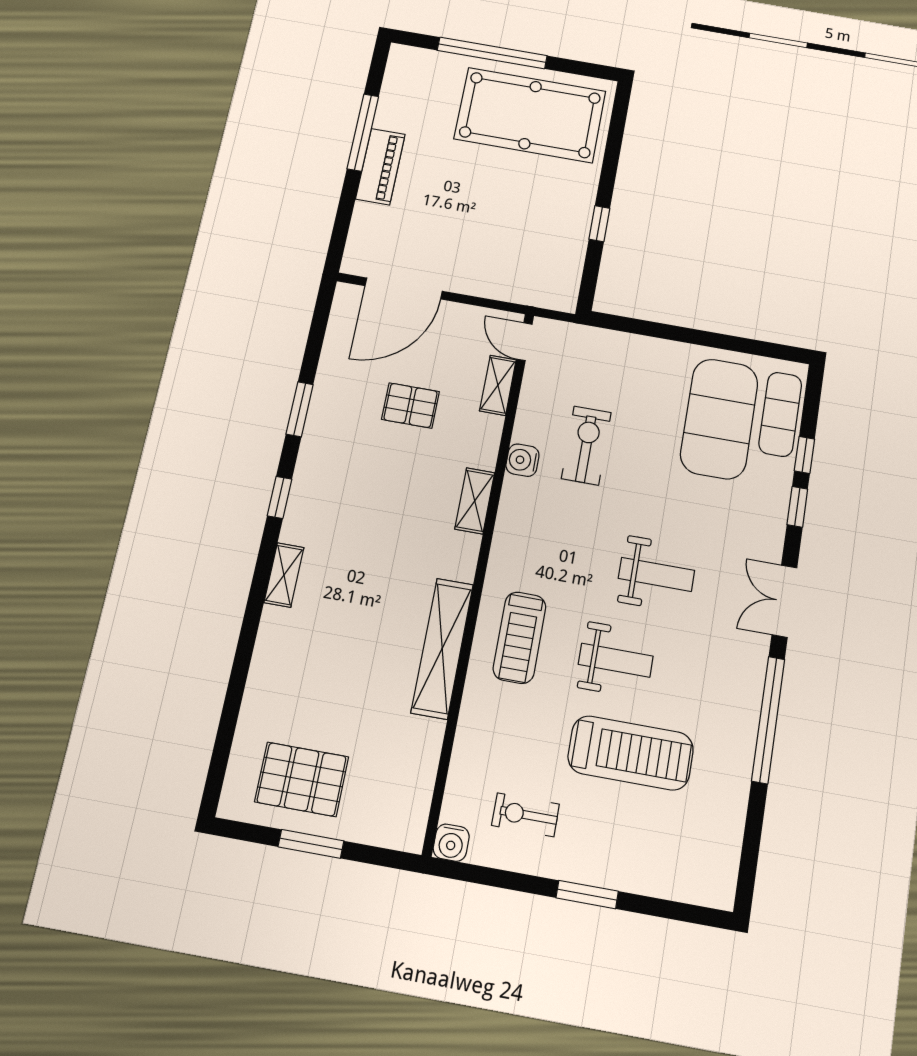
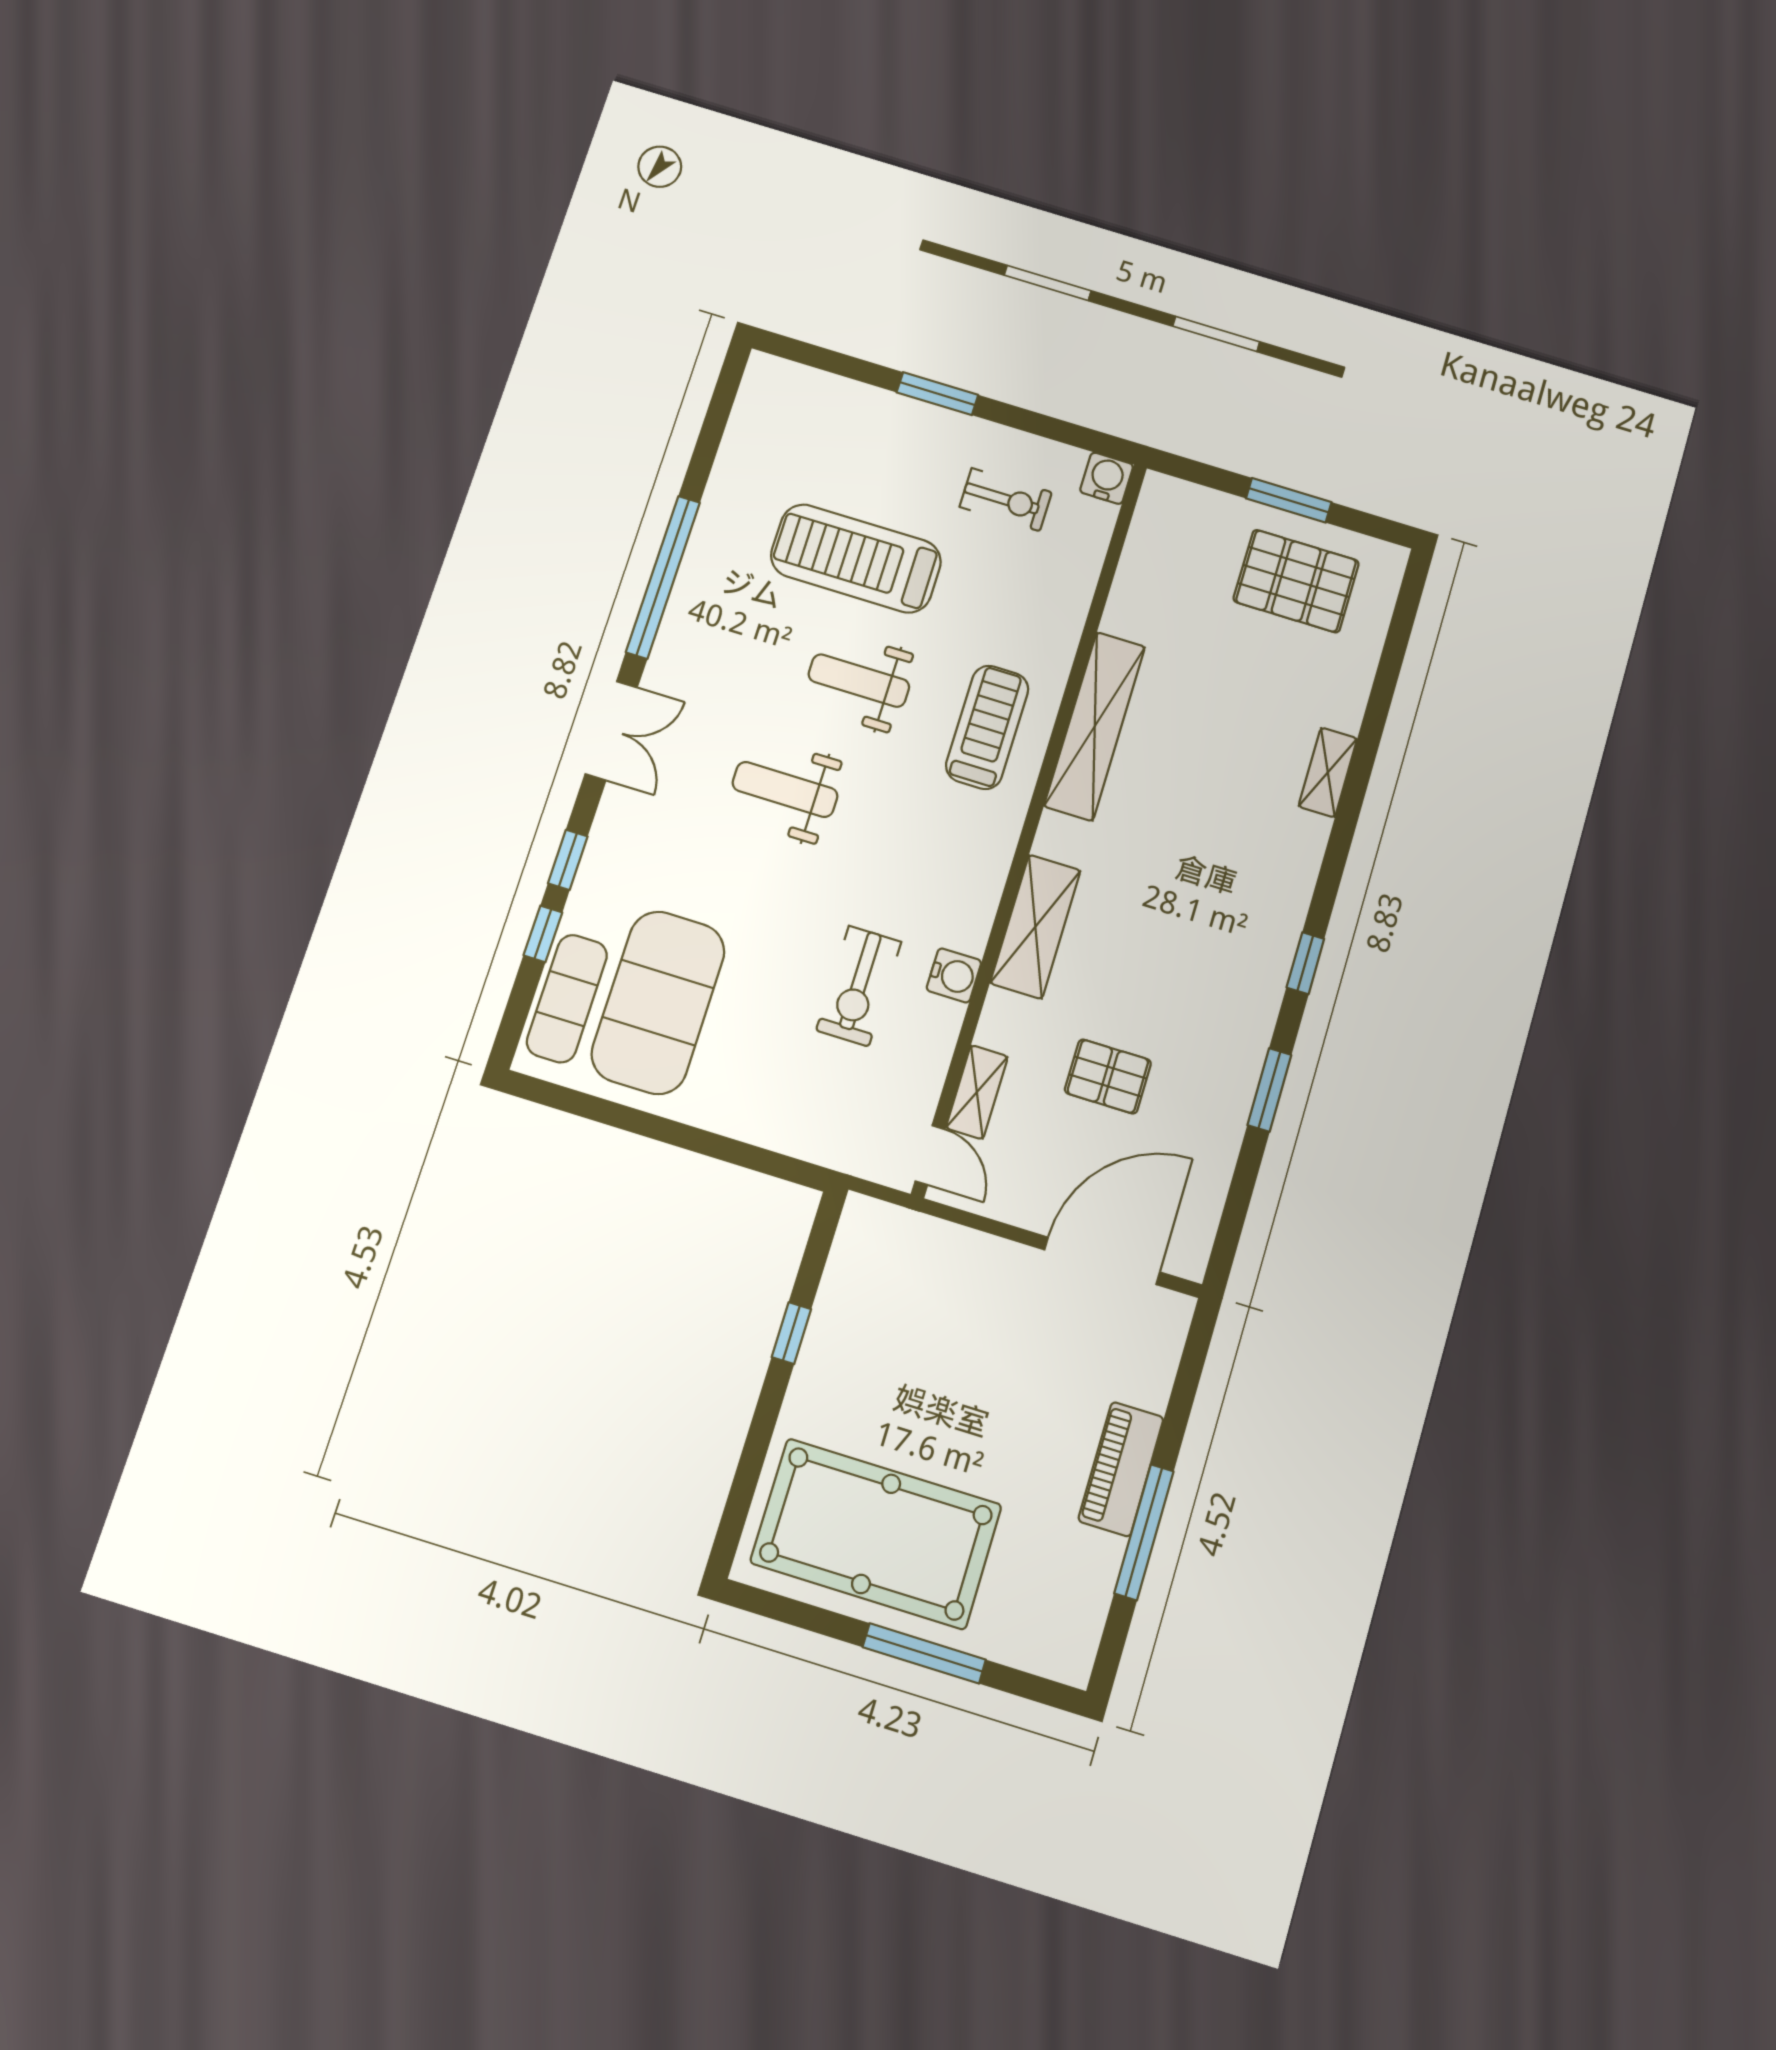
window: (492, 53) -> (924, 1653), width x0.68
shelving: (475, 501) -> (1035, 927), width x1.50, depth x1.33
shelving: (284, 575) -> (1328, 772), moved

